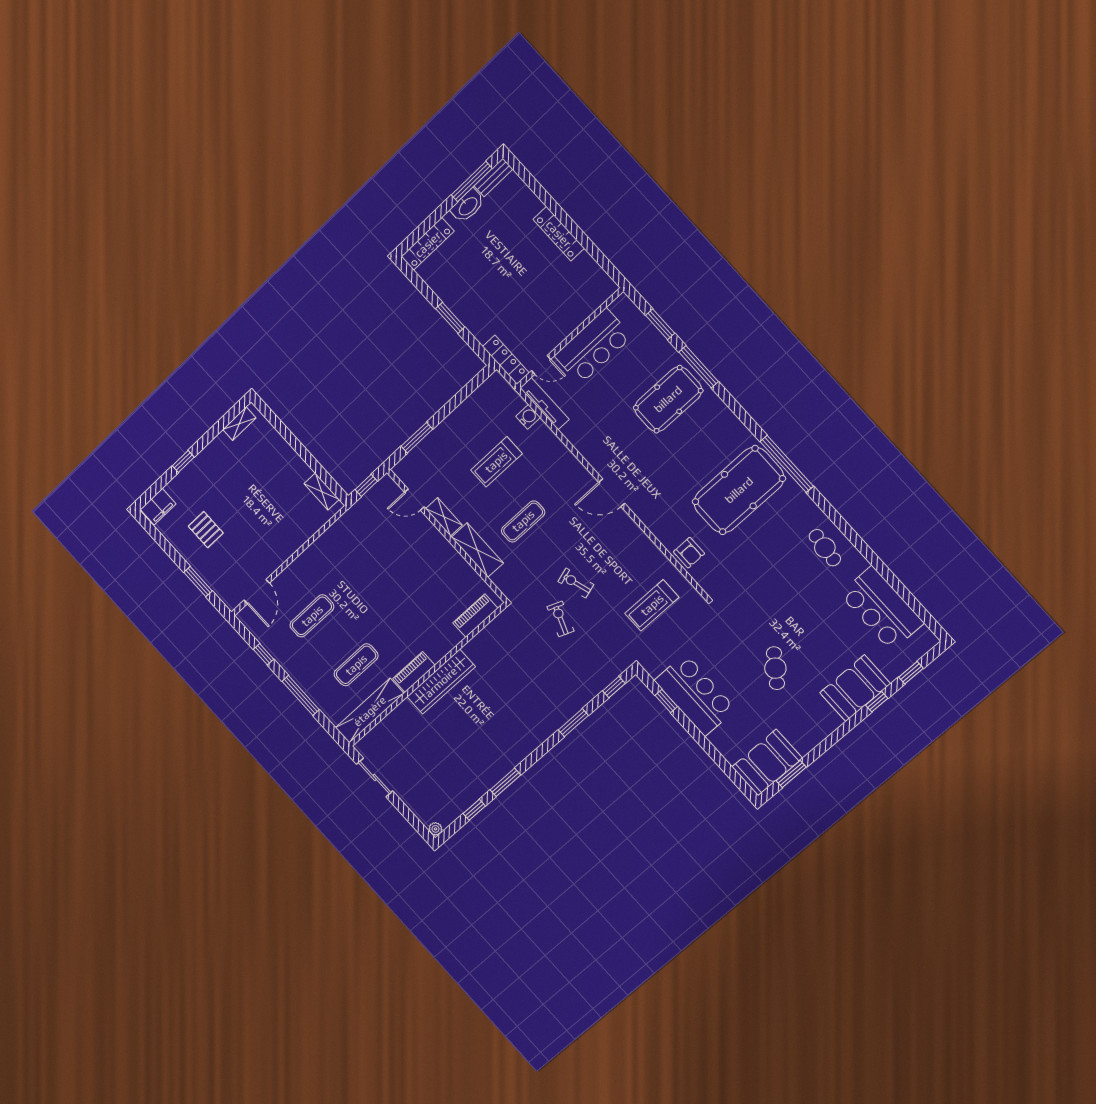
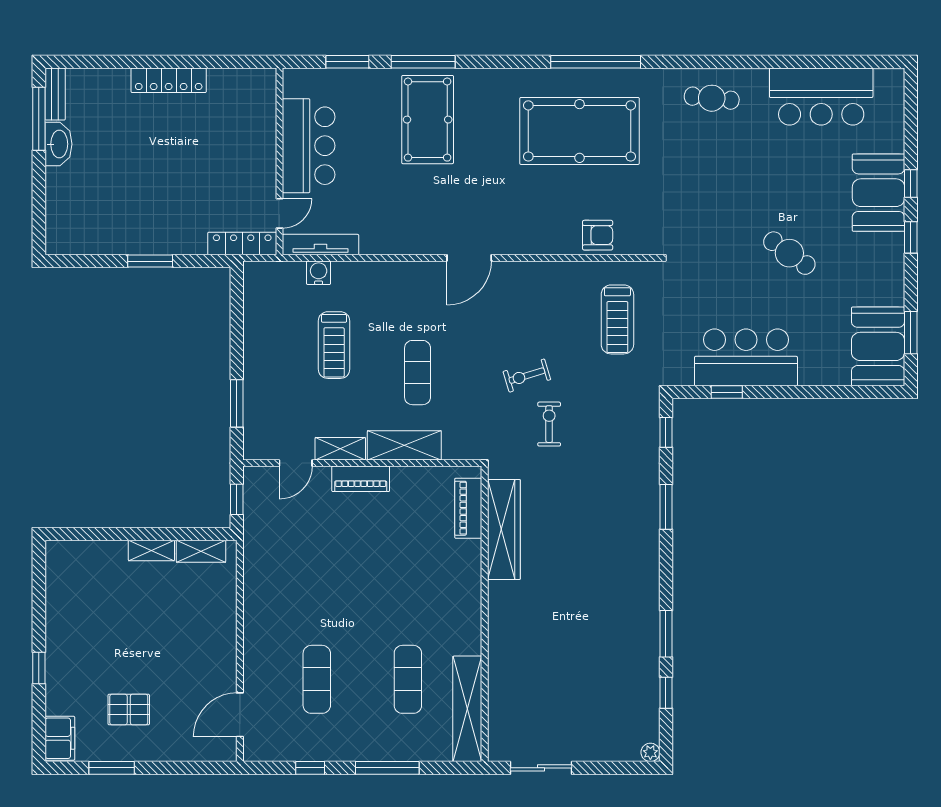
locker: (428, 244) -> (58, 217), removed
shelving: (239, 424) -> (151, 551), moved, turned 90
pool table: (739, 490) -> (580, 131), turned 90
window: (198, 582) -> (112, 768), moved
door: (257, 592) -> (240, 715), swing flipped
exercise bike: (560, 619) -> (549, 424), turned 69
piano: (414, 672) -> (361, 479), moved, turned -90
window: (911, 673) -> (911, 237), moved
wardrobe: (441, 682) -> (504, 529), moved

